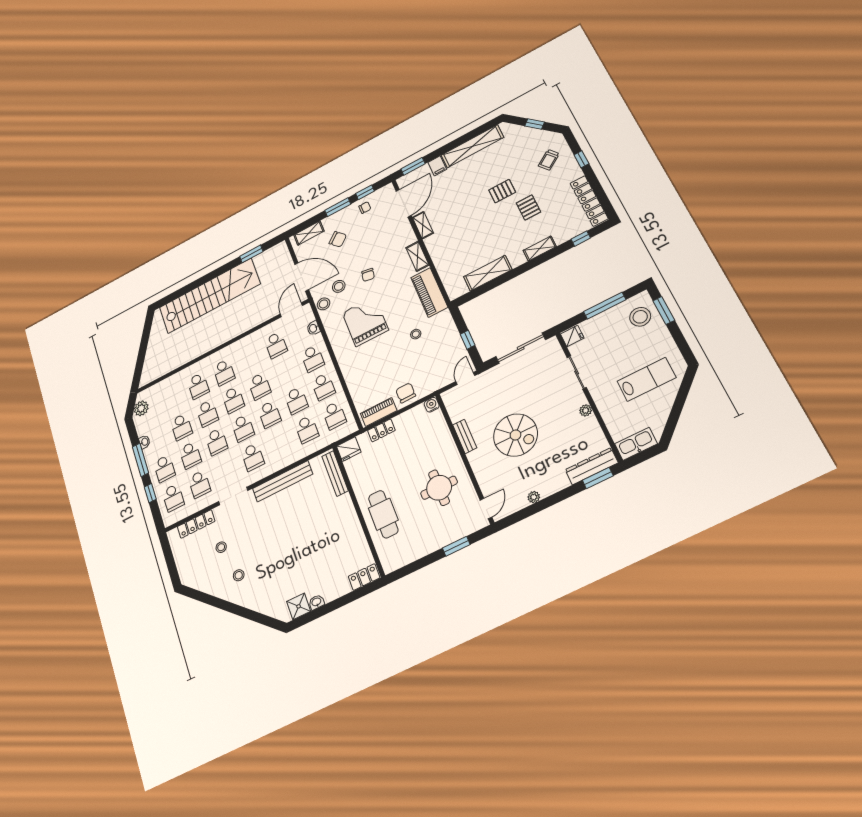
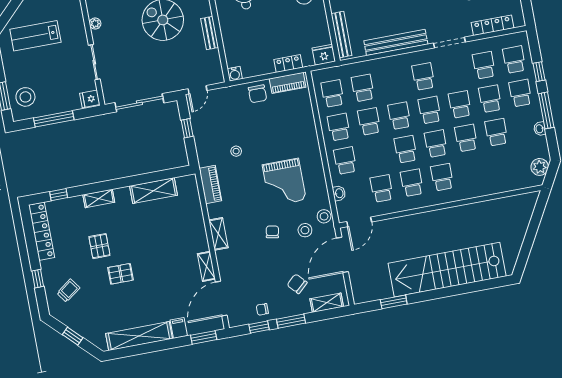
door: (302, 277) -> (342, 255), hinge flipped
piano: (429, 292) -> (210, 185), width x0.73, depth x0.75
school desk: (198, 386) -> (412, 183), moved

